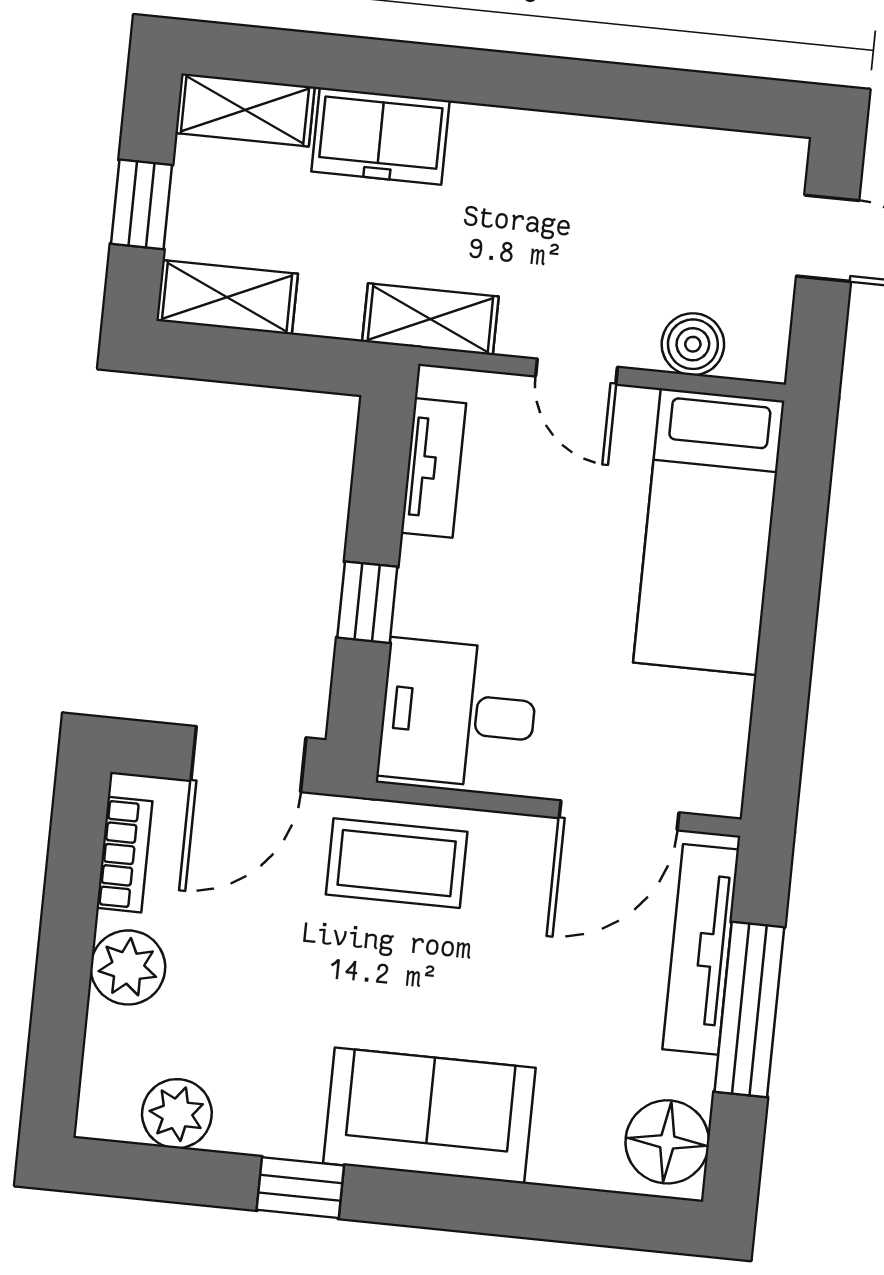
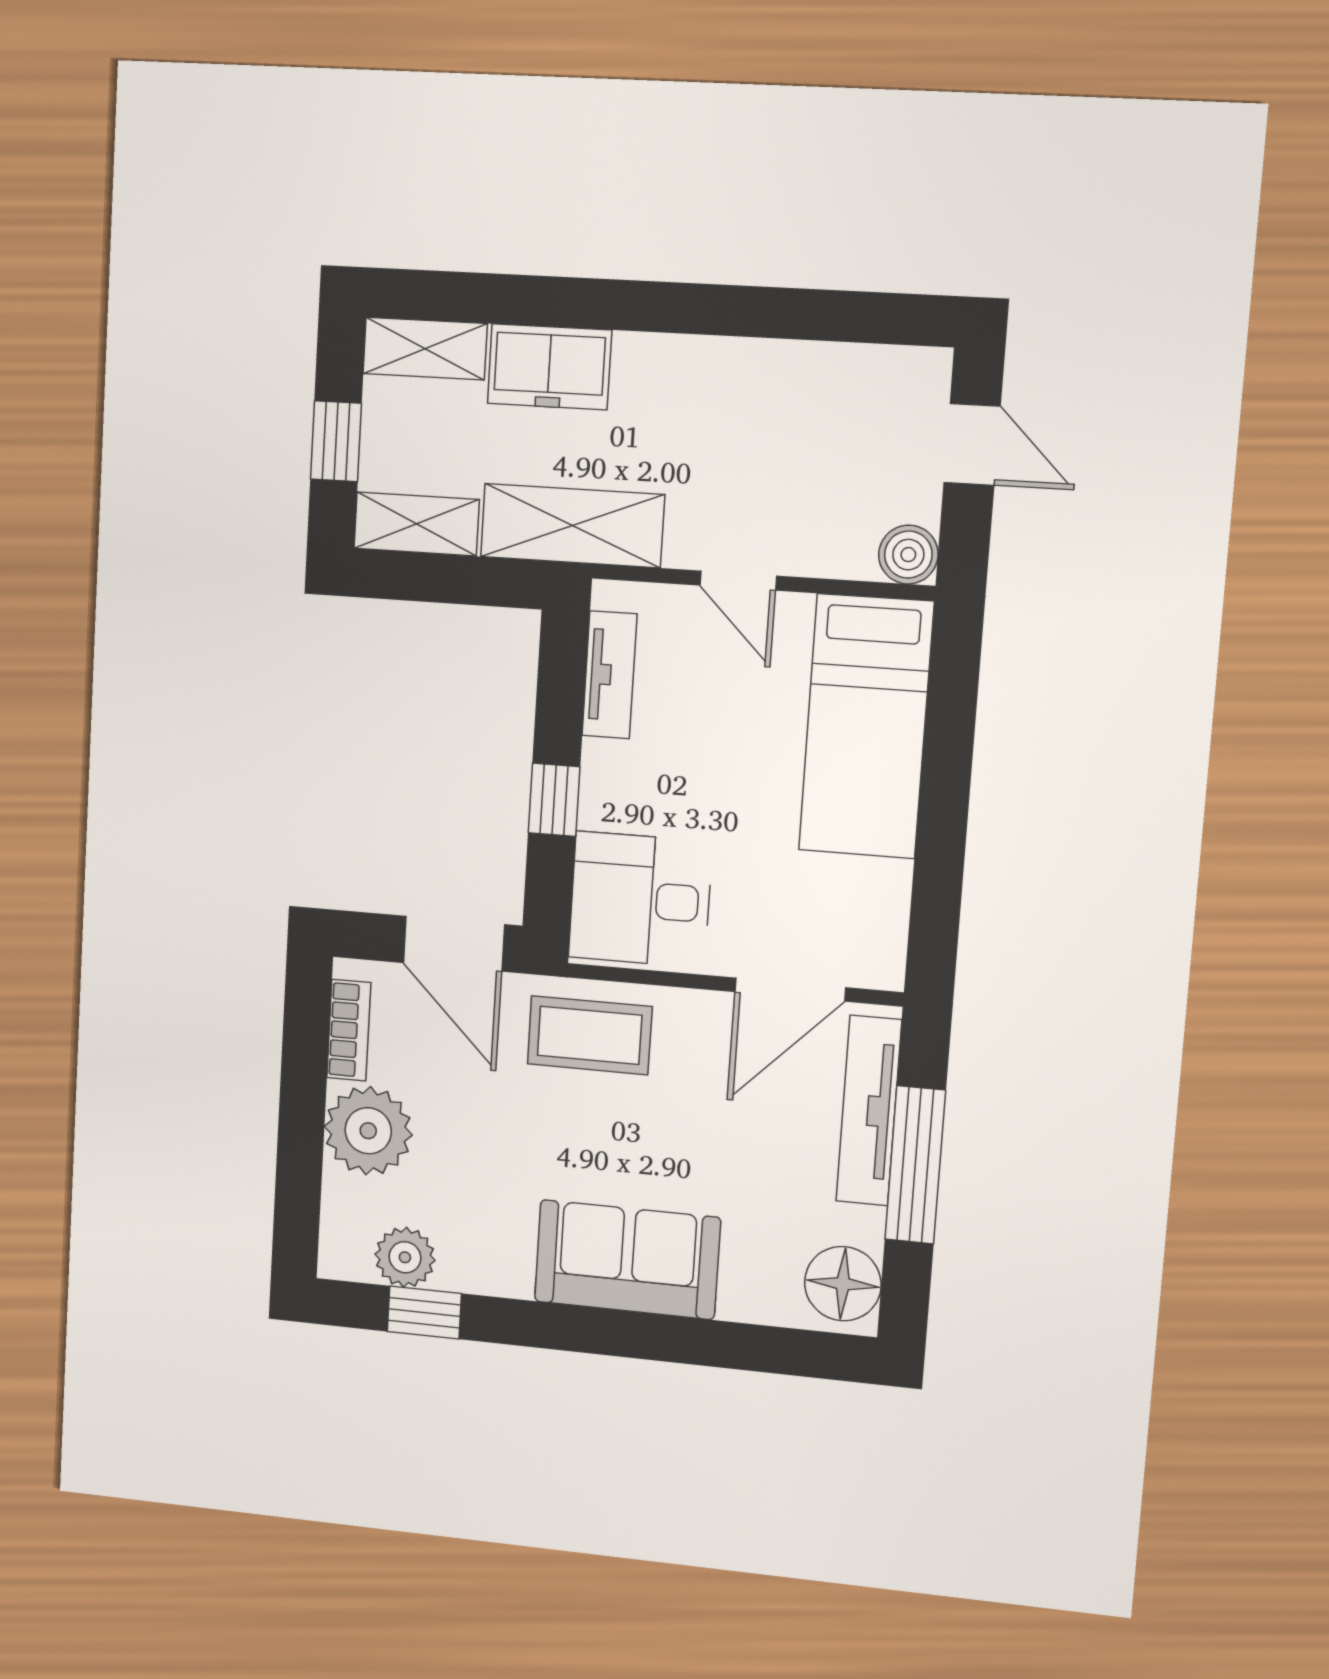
shelving: (430, 319) -> (572, 526), width x1.50, depth x1.33
boiler: (693, 344) -> (908, 555), moved
door: (248, 759) -> (454, 944), hinge flipped
plant: (128, 967) -> (368, 1131), width x1.36, depth x1.36
window: (300, 1188) -> (424, 1313), moved

